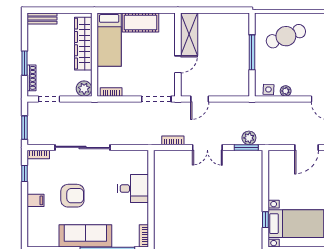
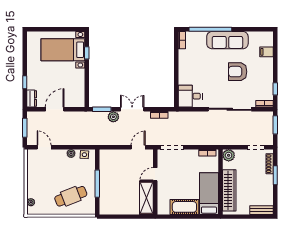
plant: (249, 138) -> (113, 117), moved
desk: (133, 189) -> (190, 96), moved
filing cabinet: (36, 200) -> (266, 52), moved

